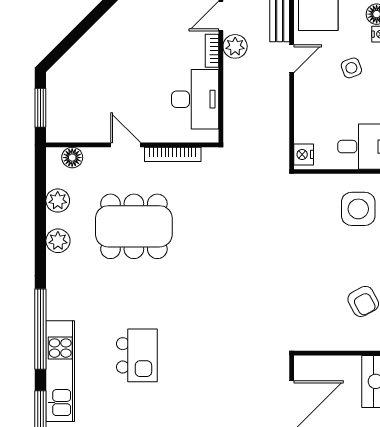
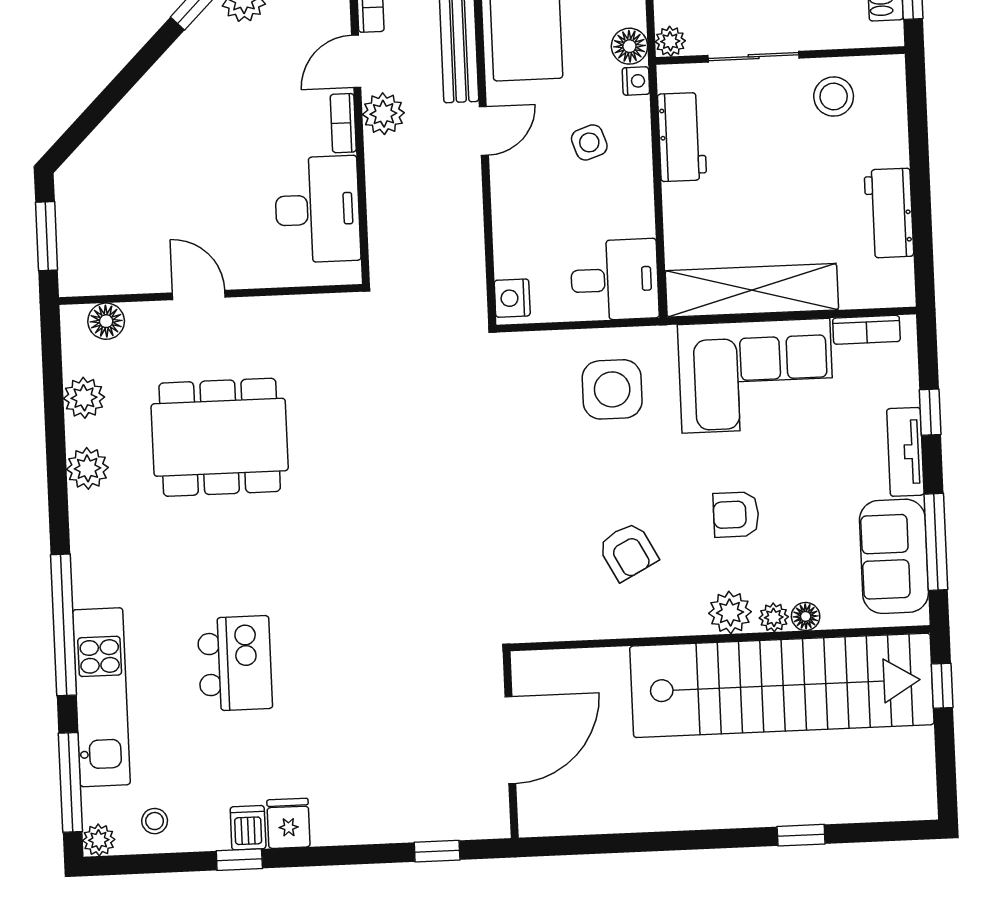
bookcase: (173, 154) -> (282, 308), removed

